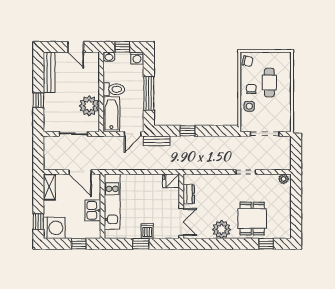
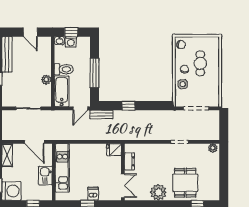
washing machine: (137, 58) -> (71, 42), moved
plant: (89, 106) -> (46, 80), width x0.53, depth x0.53

